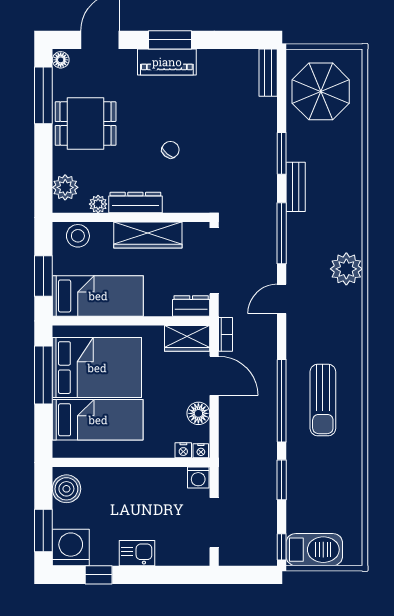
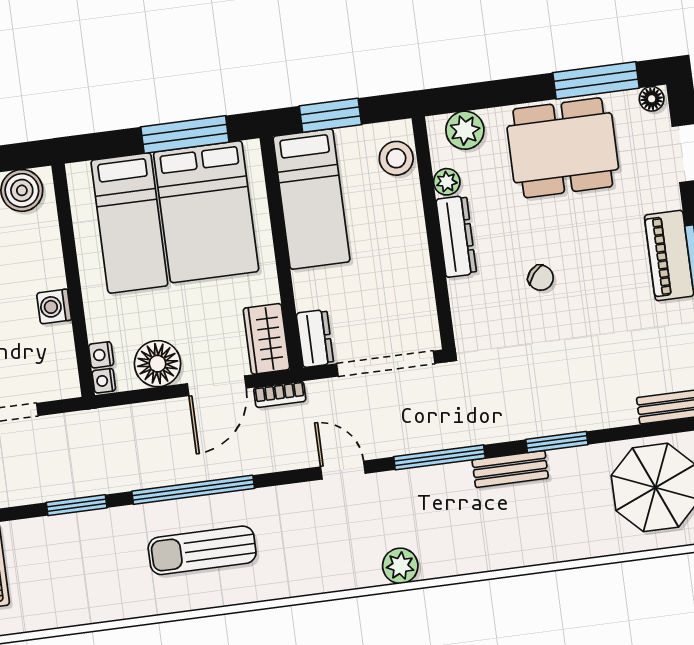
dining table: (86, 124) -> (563, 148), width x1.38
wardrobe: (148, 235) -> (411, 261), removed
plant: (346, 269) -> (400, 566), width x0.73, depth x0.73
floor lamp: (198, 413) -> (158, 364), width x1.38, depth x1.38
washing machine: (198, 478) -> (54, 307), moved

